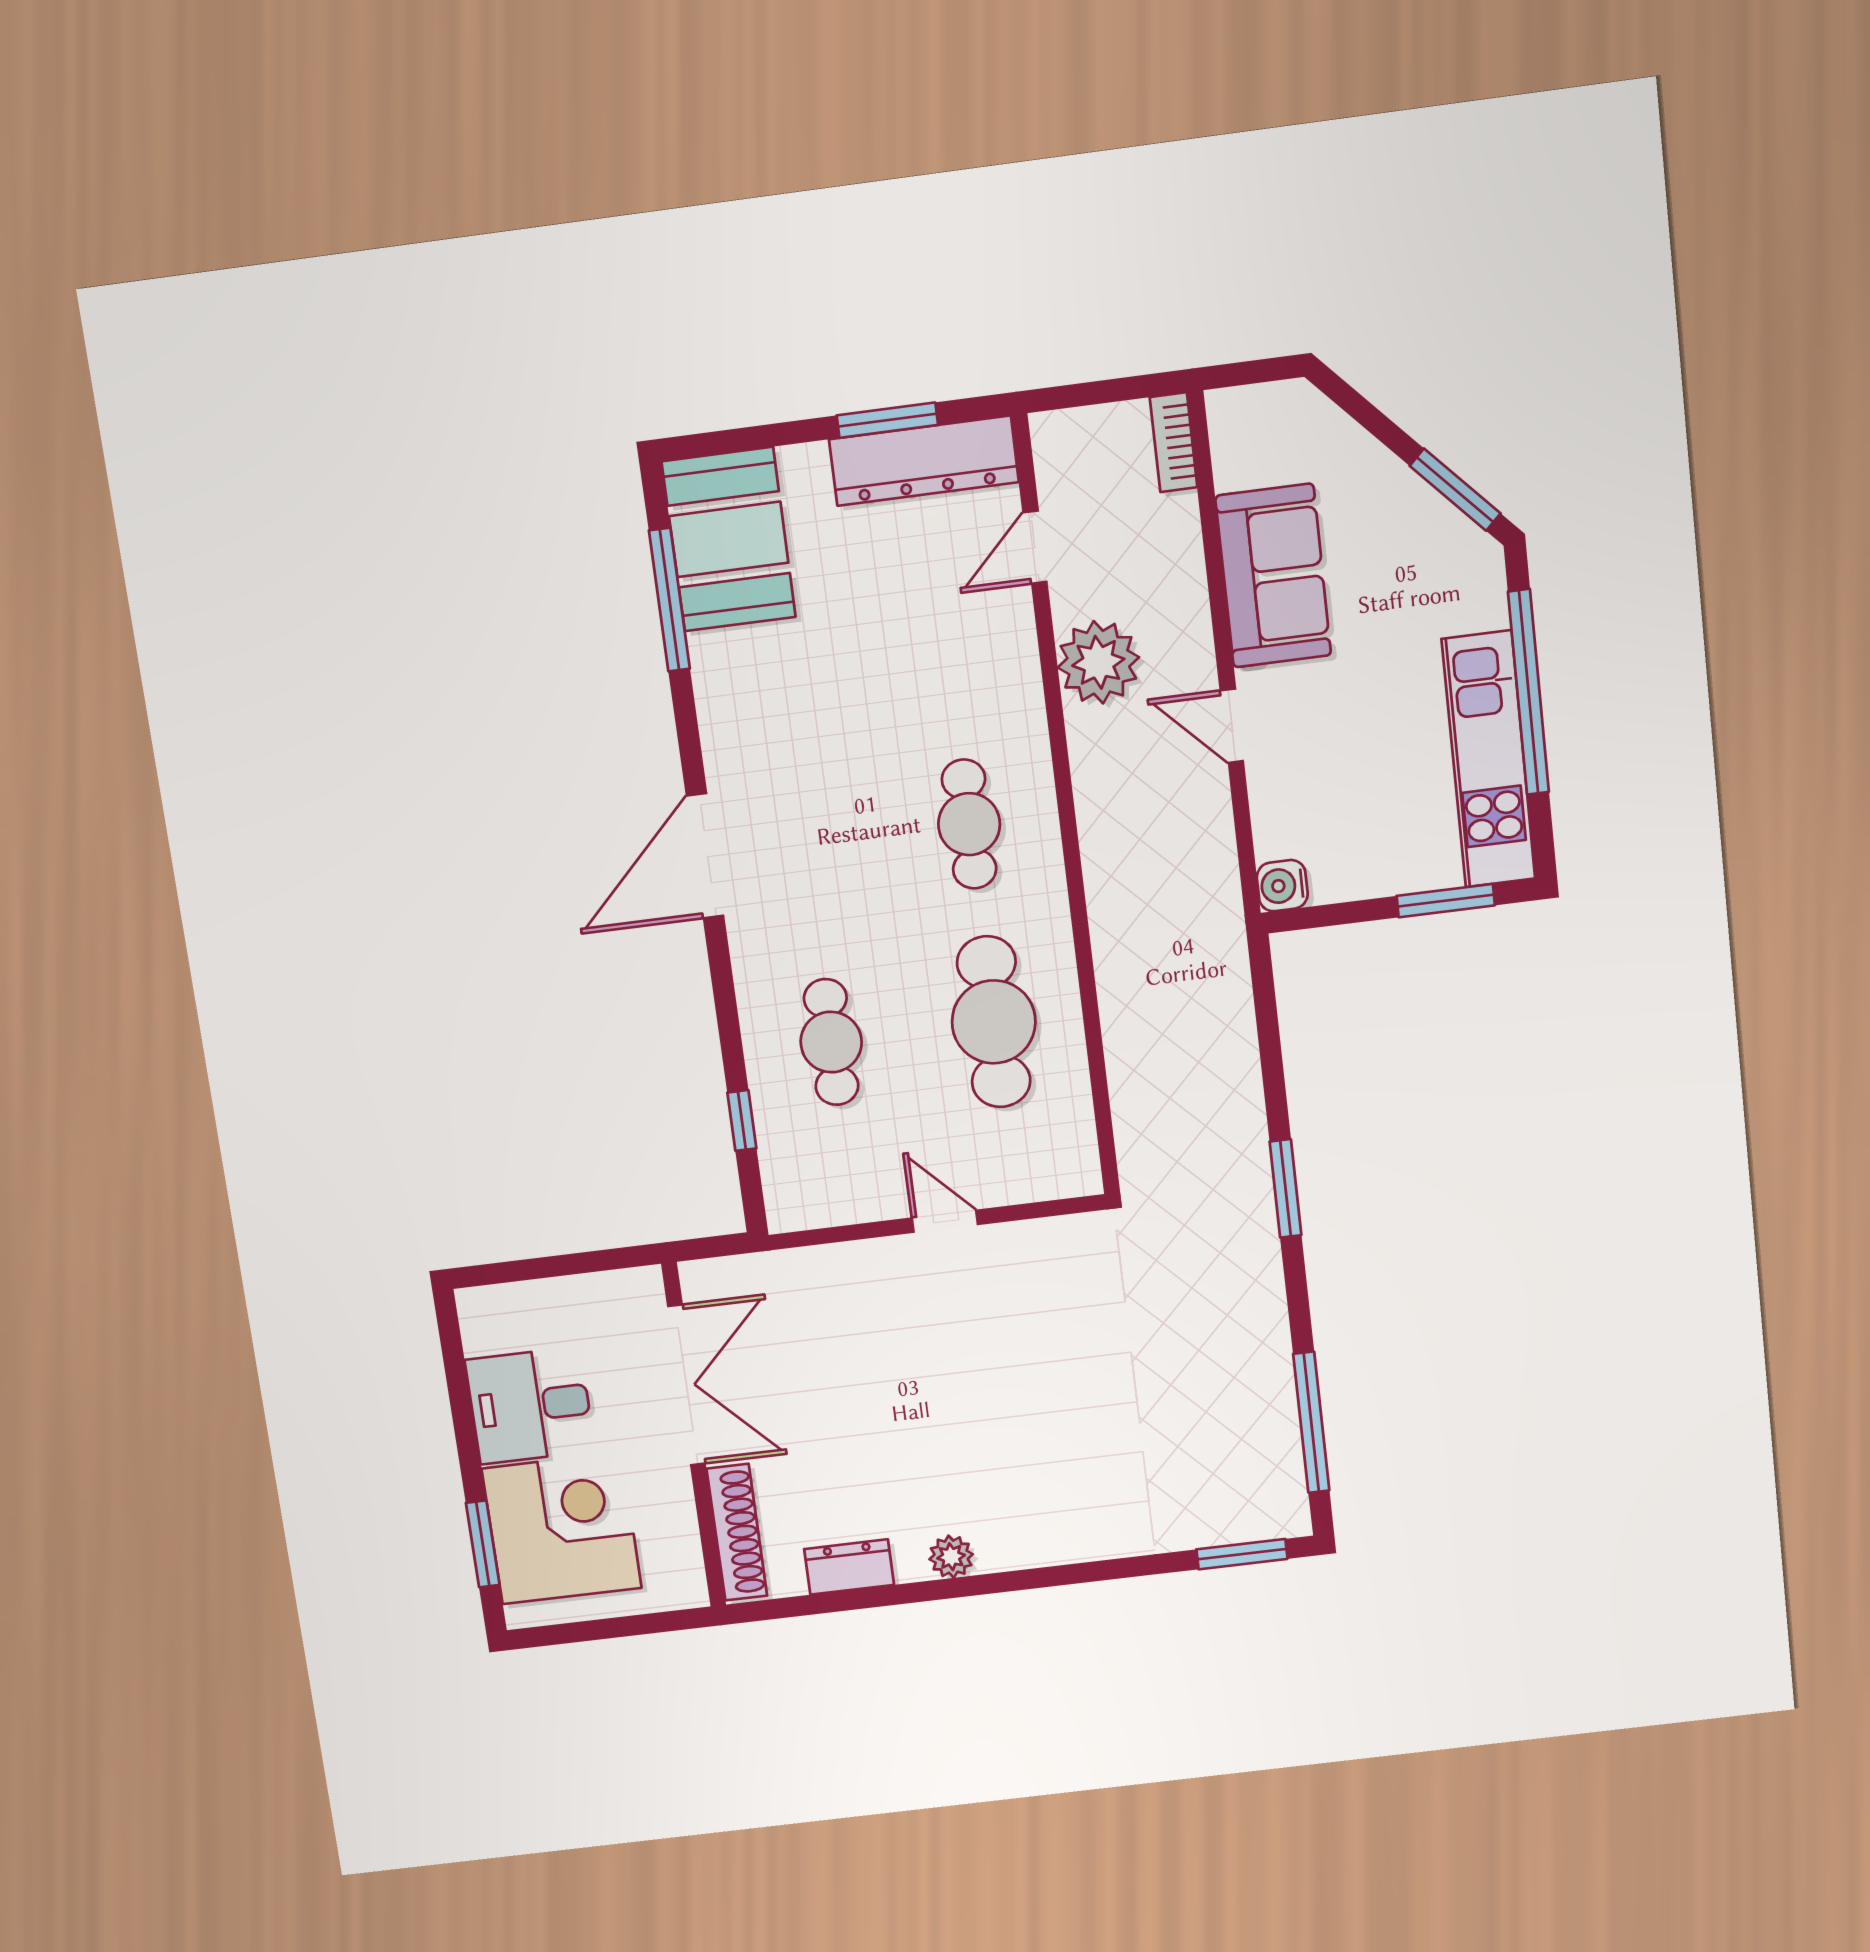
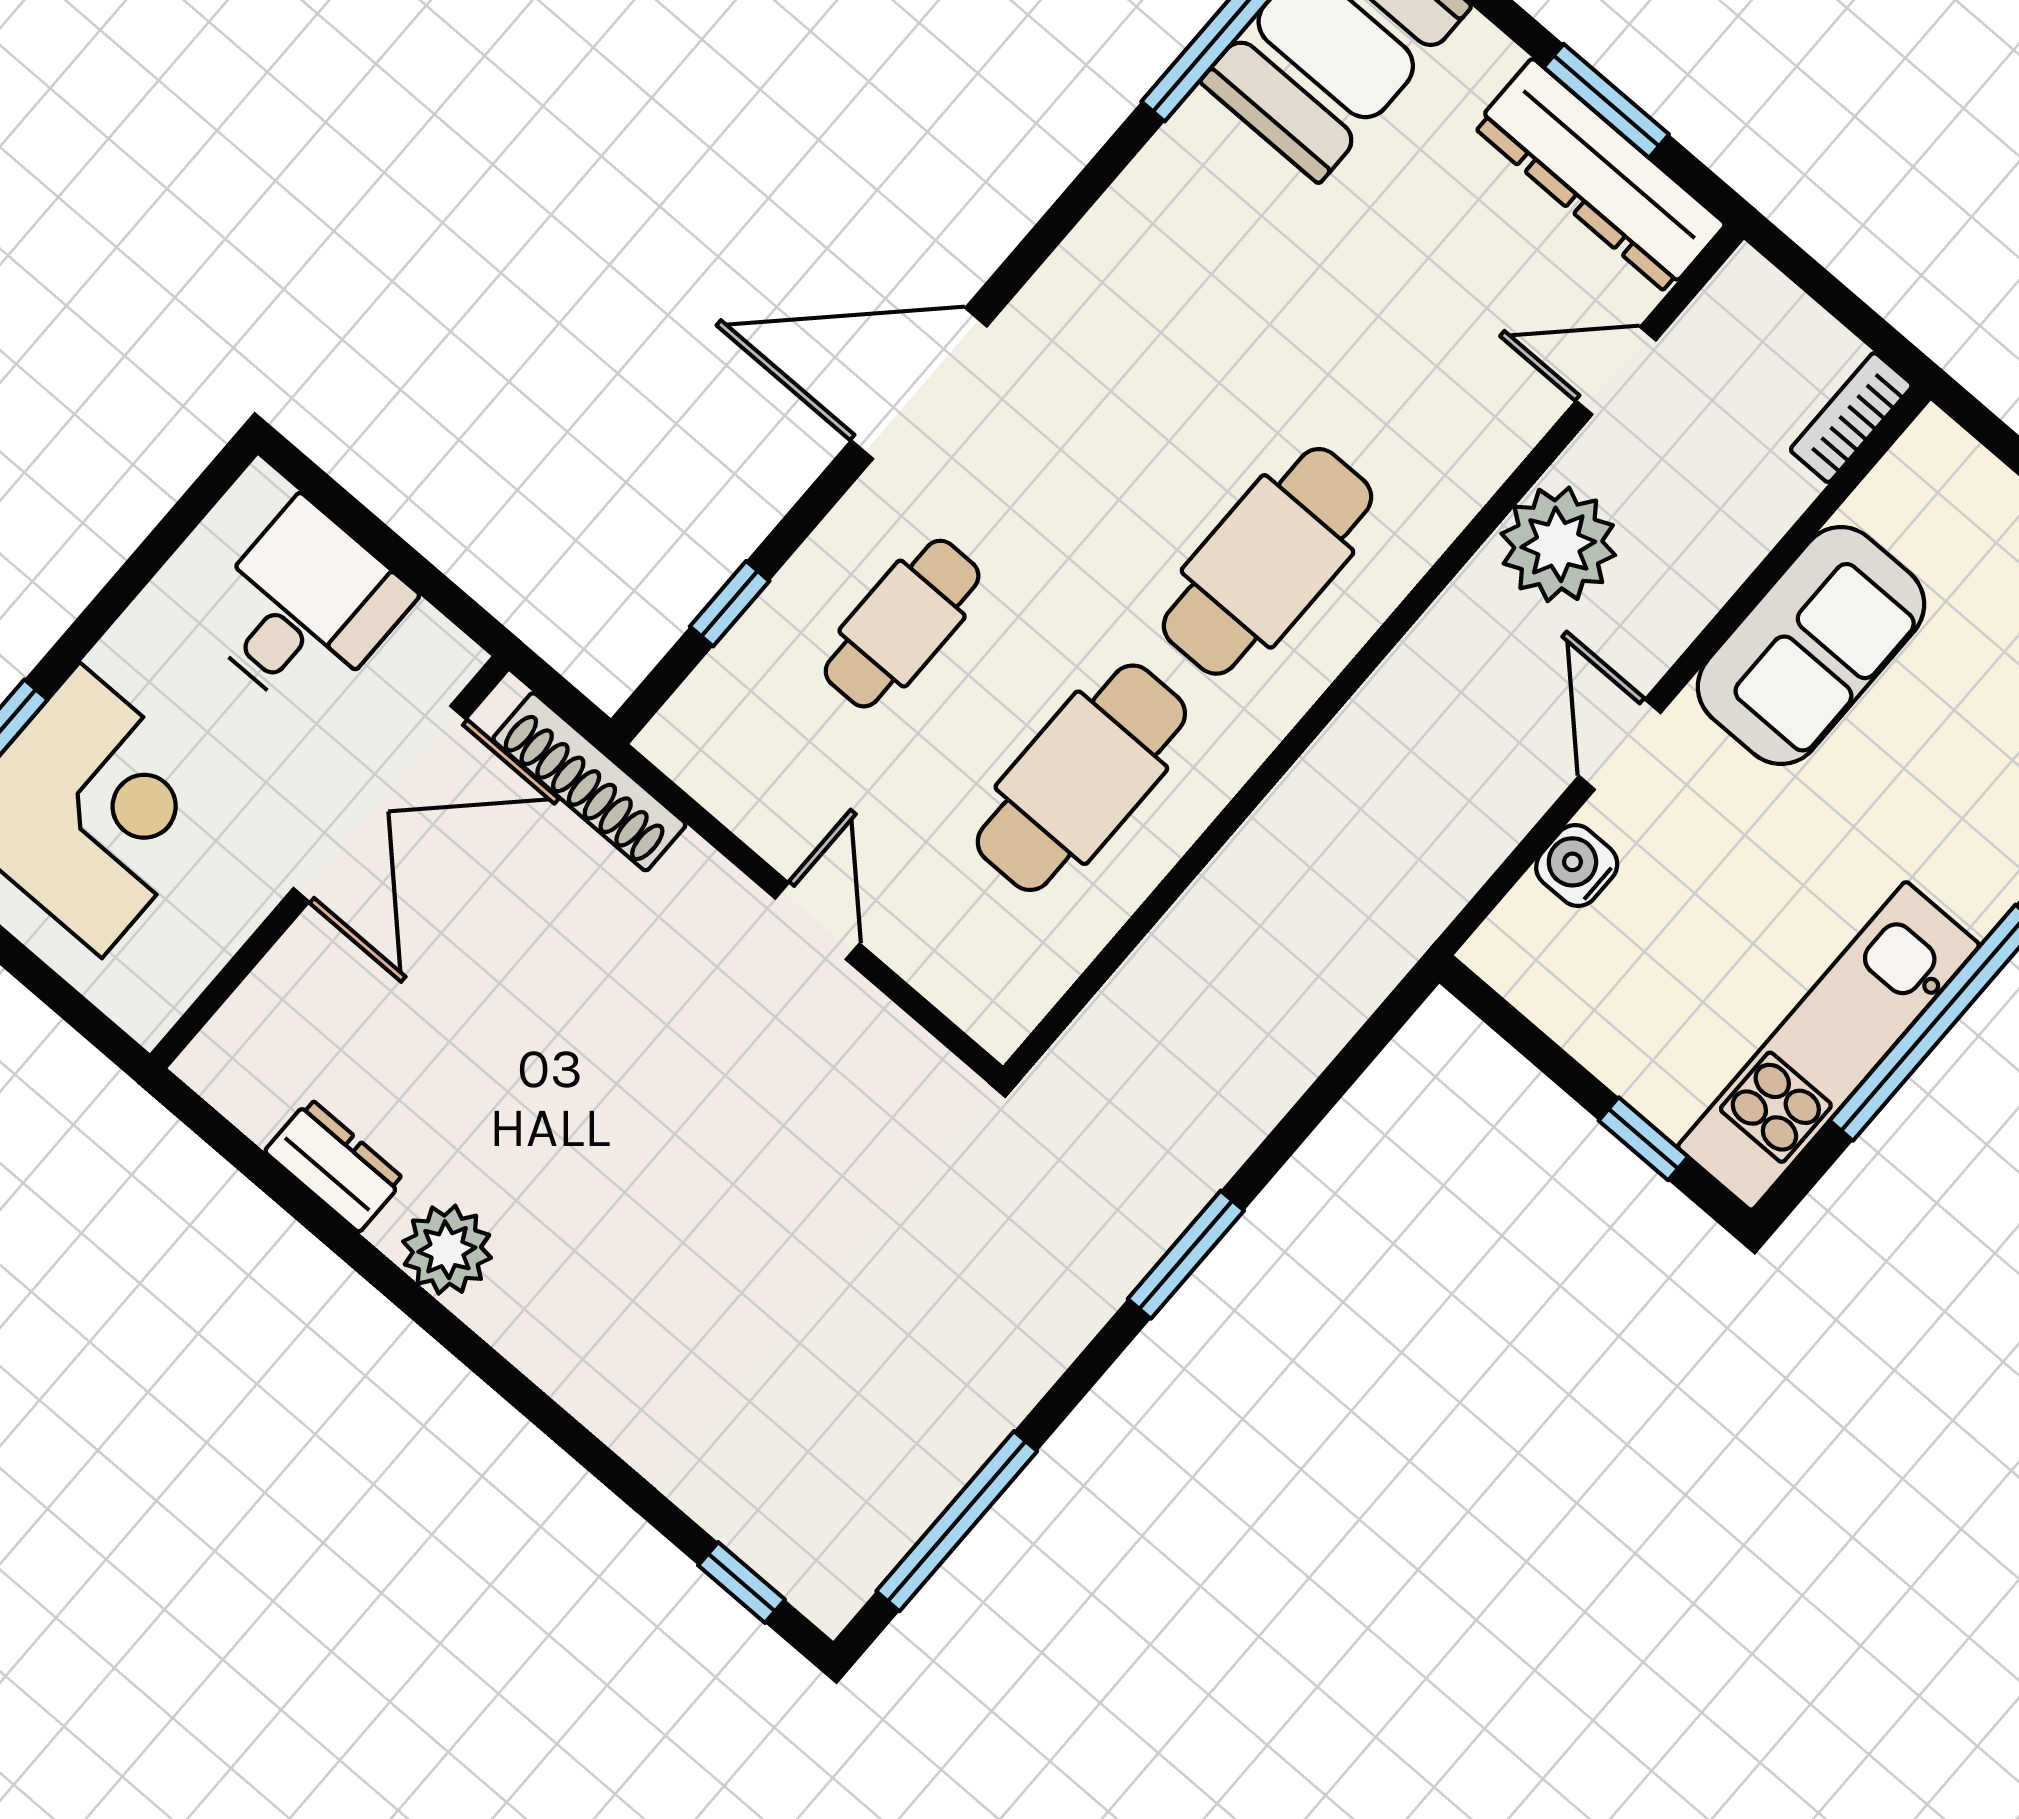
cafe table: (969, 824) -> (1267, 561), width x1.37, depth x1.35
door: (705, 856) -> (919, 383), moved
water cooler: (1282, 886) -> (1577, 865), moved
window: (1446, 901) -> (1643, 1139), width x0.67
desk: (530, 1405) -> (304, 608), moved, turned 90
shoe rack: (737, 1532) -> (589, 782), moved, turned 90
window: (1242, 1554) -> (742, 1583), width x0.67
plant: (951, 1557) -> (447, 1250), width x1.38, depth x1.38

